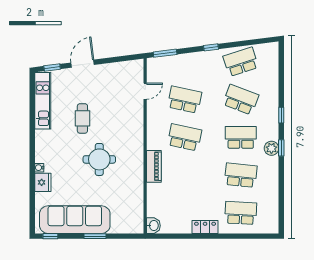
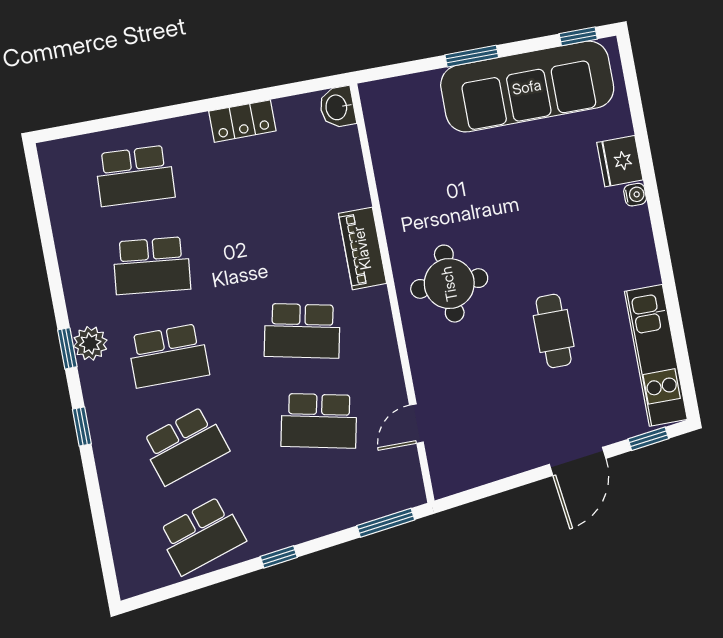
school desk: (241, 100) -> (185, 446), turned -39
round table: (99, 159) -> (449, 284), moved
locker: (205, 227) -> (242, 121), moved

